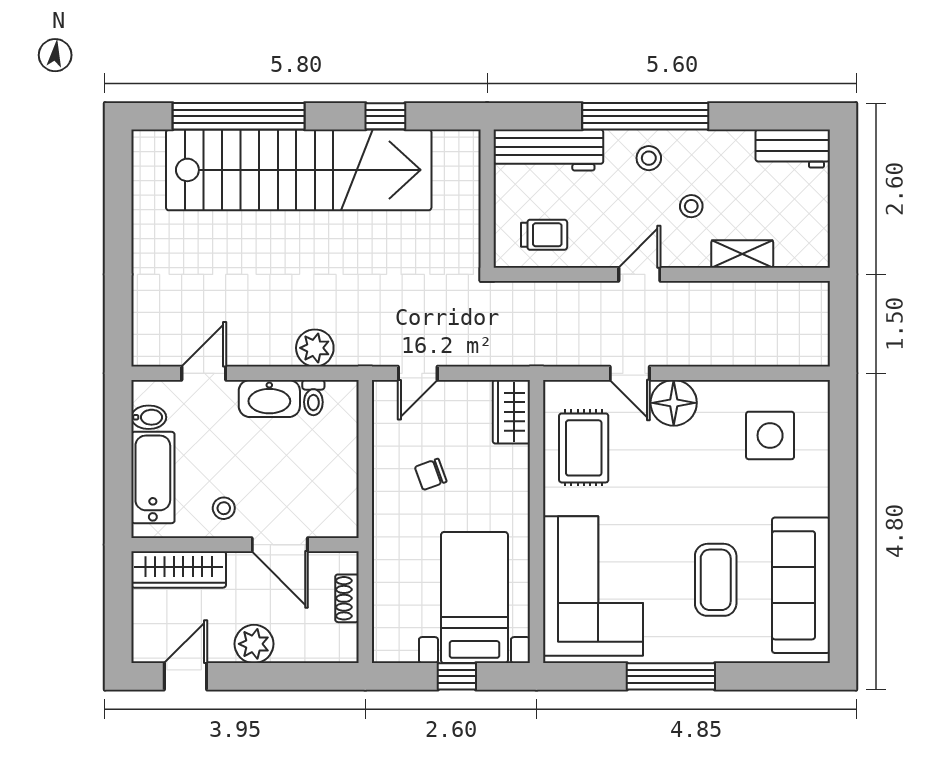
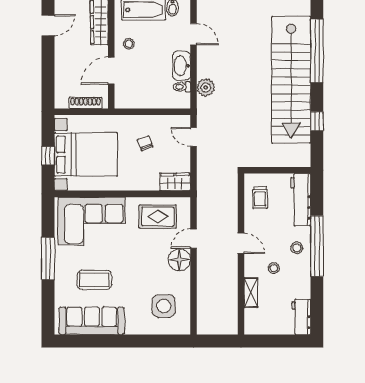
shoe rack: (347, 598) -> (86, 103), width x1.43
bed with nightstands: (474, 598) -> (86, 155), width x1.36
plant: (254, 644) -> (64, 58), removed
door: (185, 676) -> (48, 25), hinge flipped

